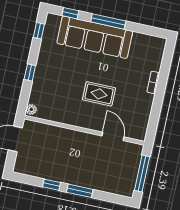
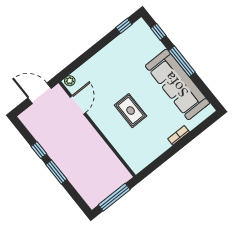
sofa: (95, 37) -> (177, 84), moved
window: (30, 73) -> (91, 52), removed
door: (113, 136) -> (78, 105), moved

